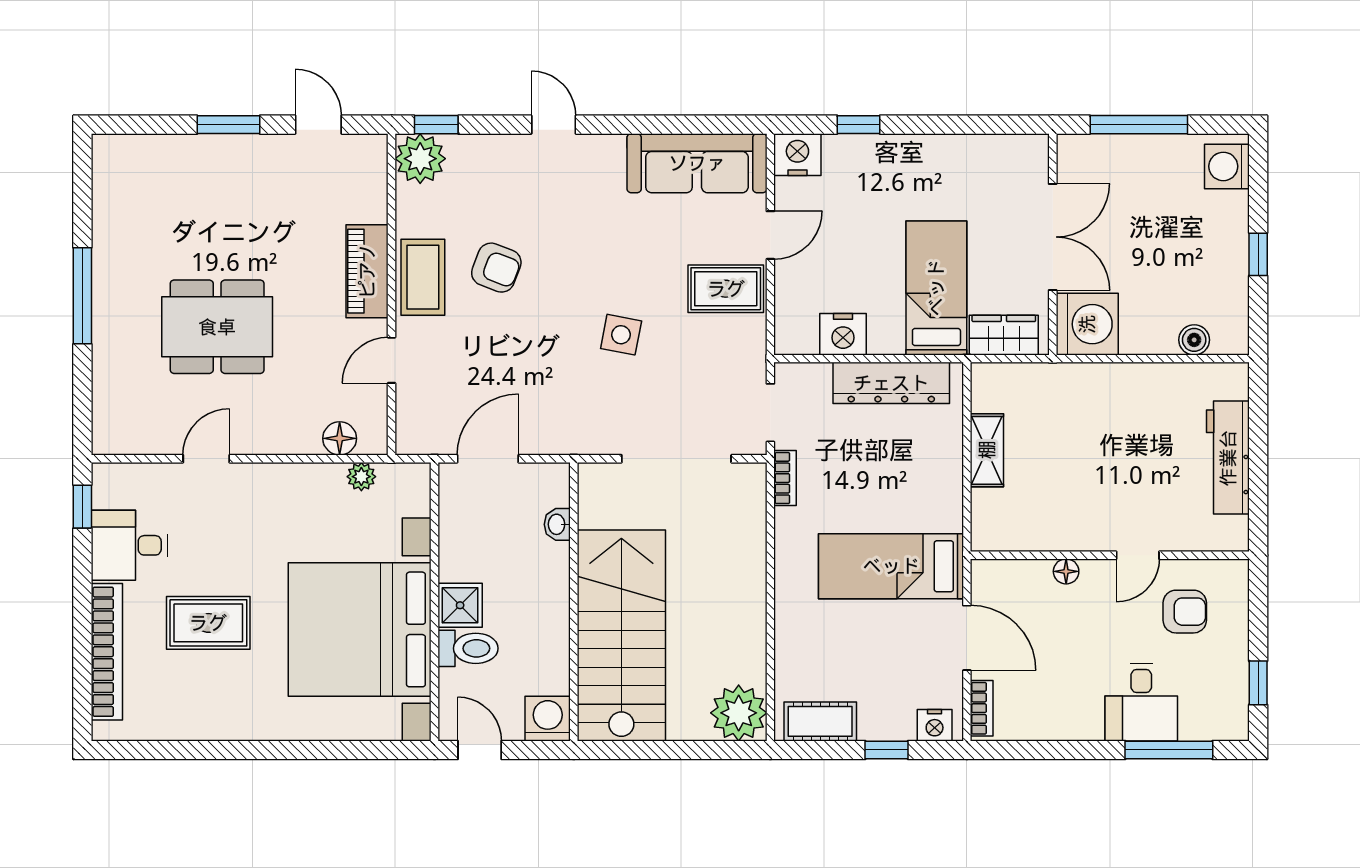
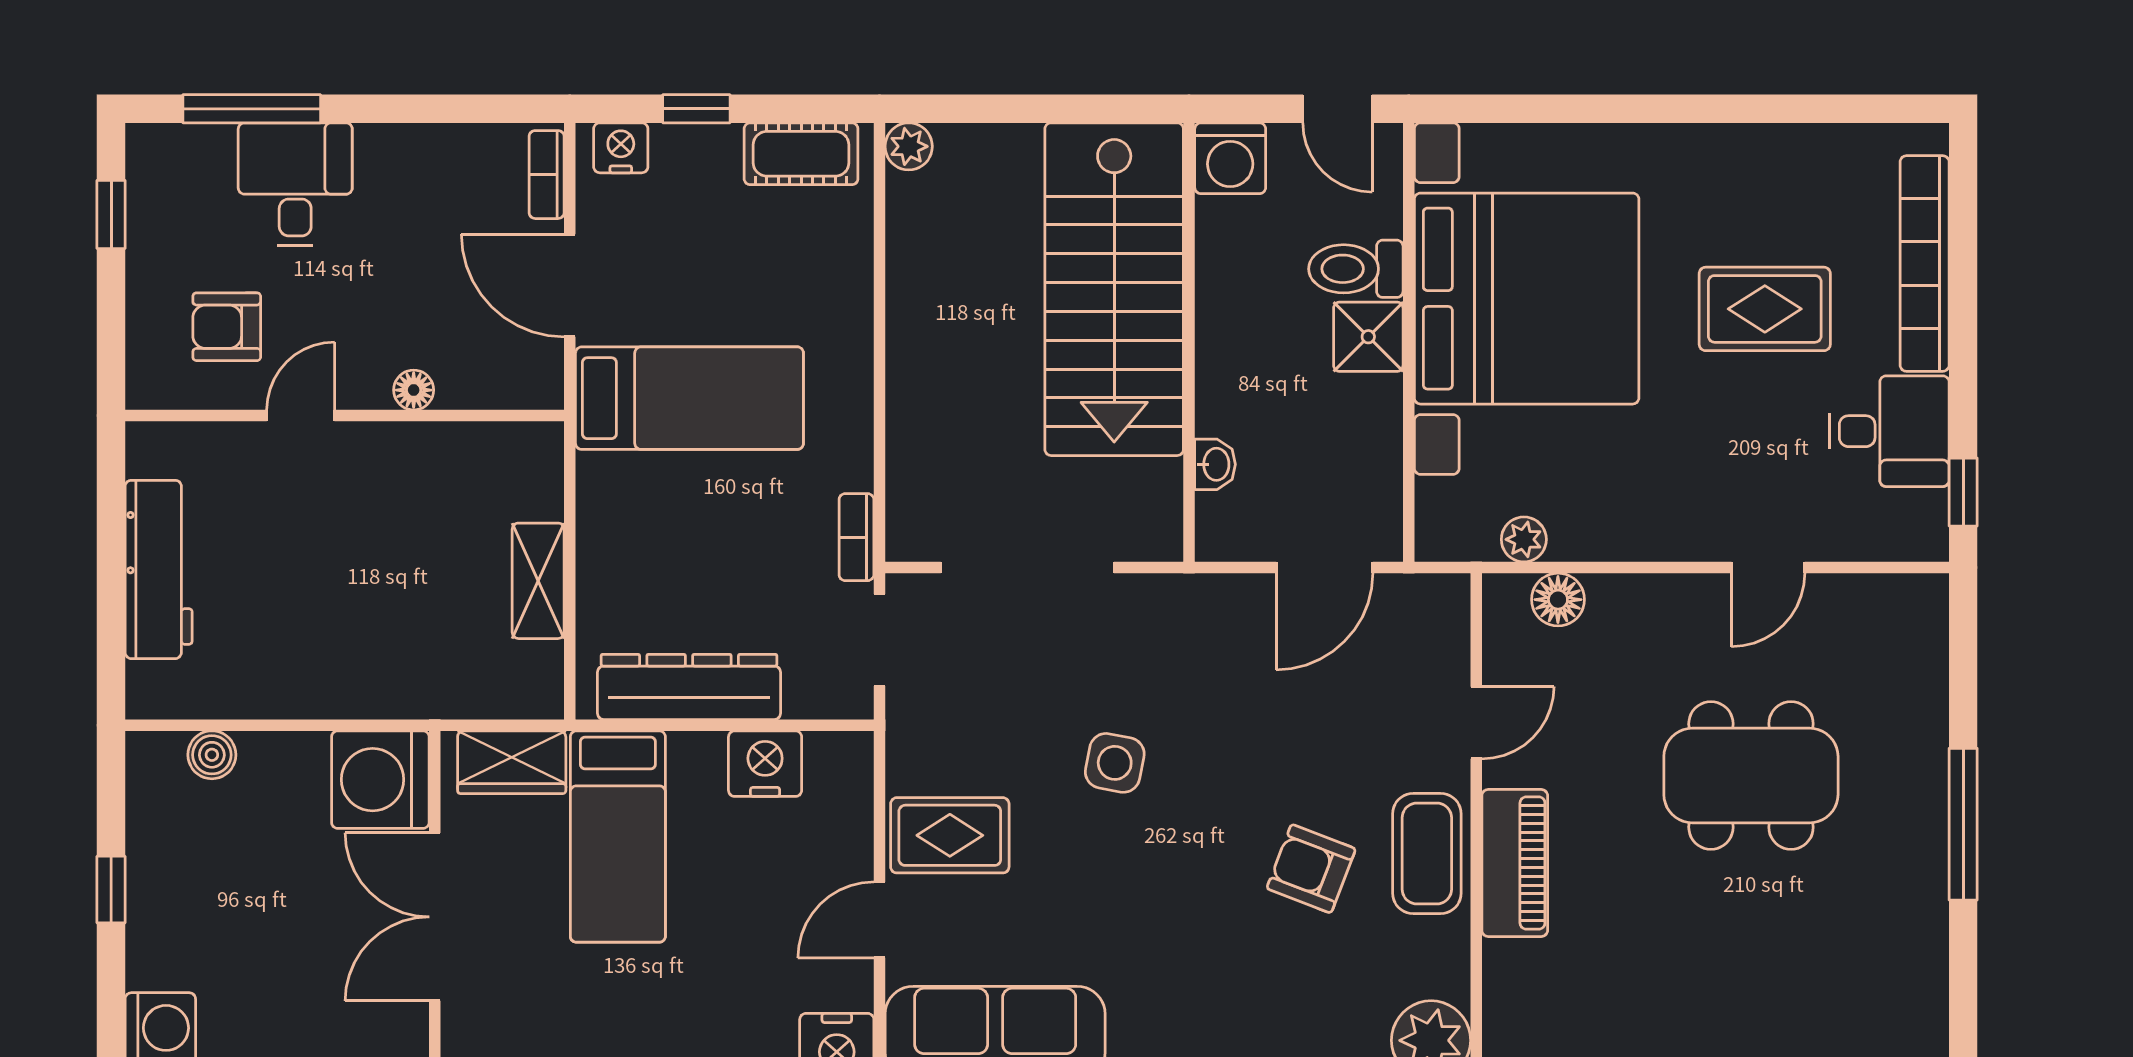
plant: (739, 713) -> (909, 146), width x0.53, depth x0.53

